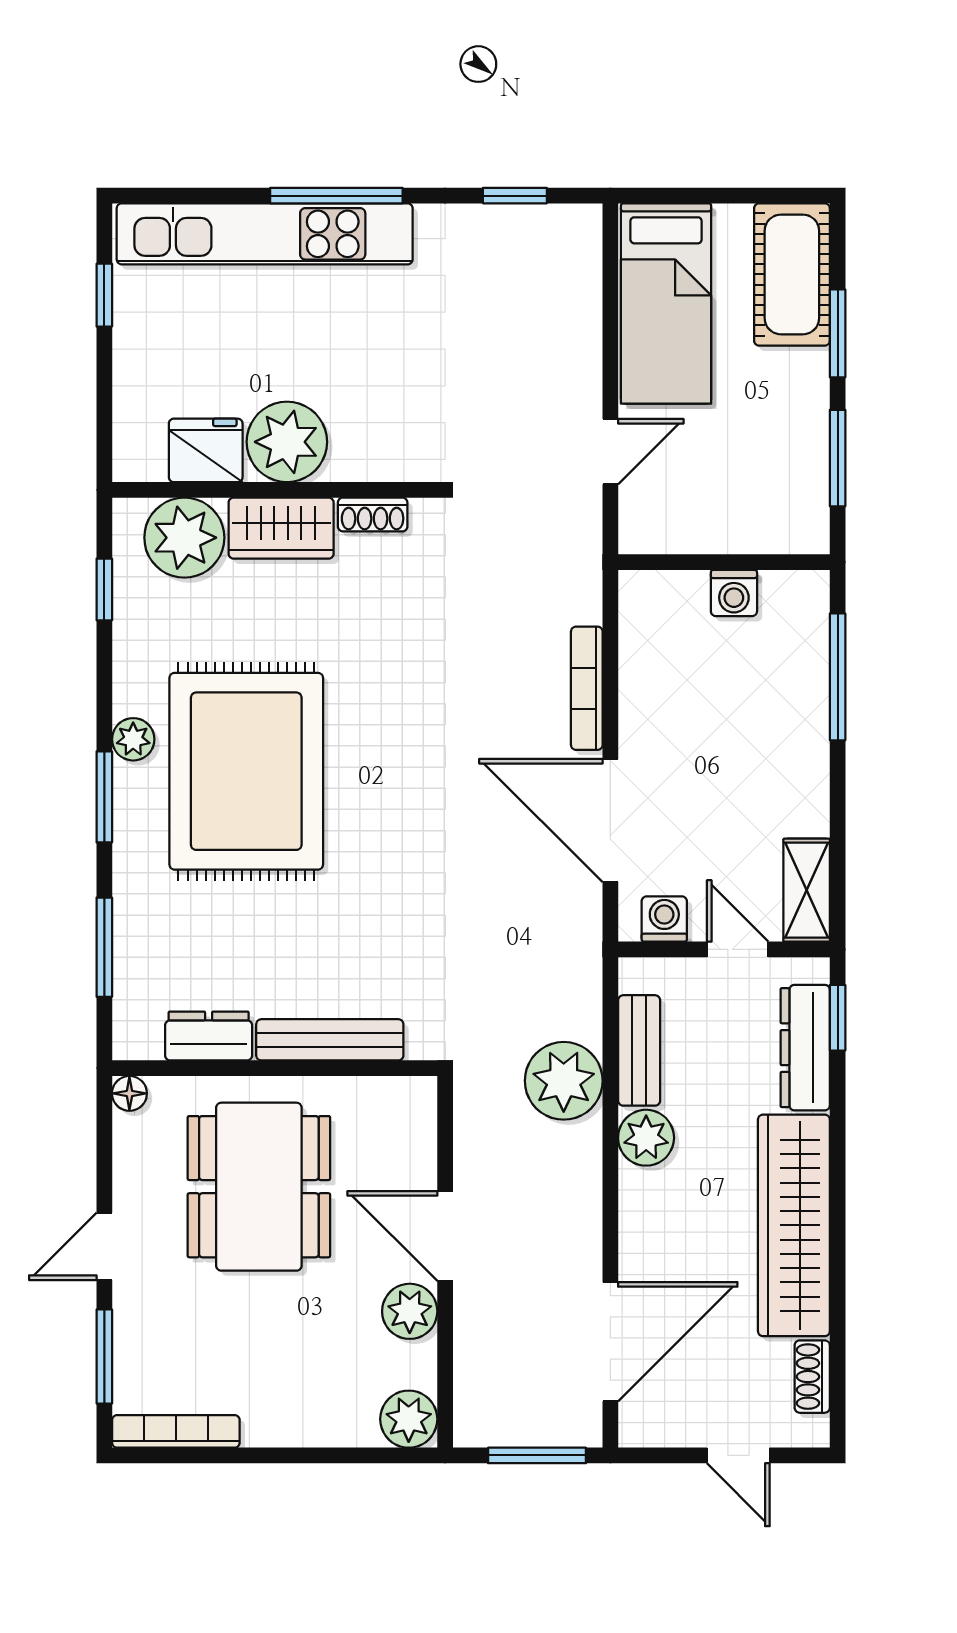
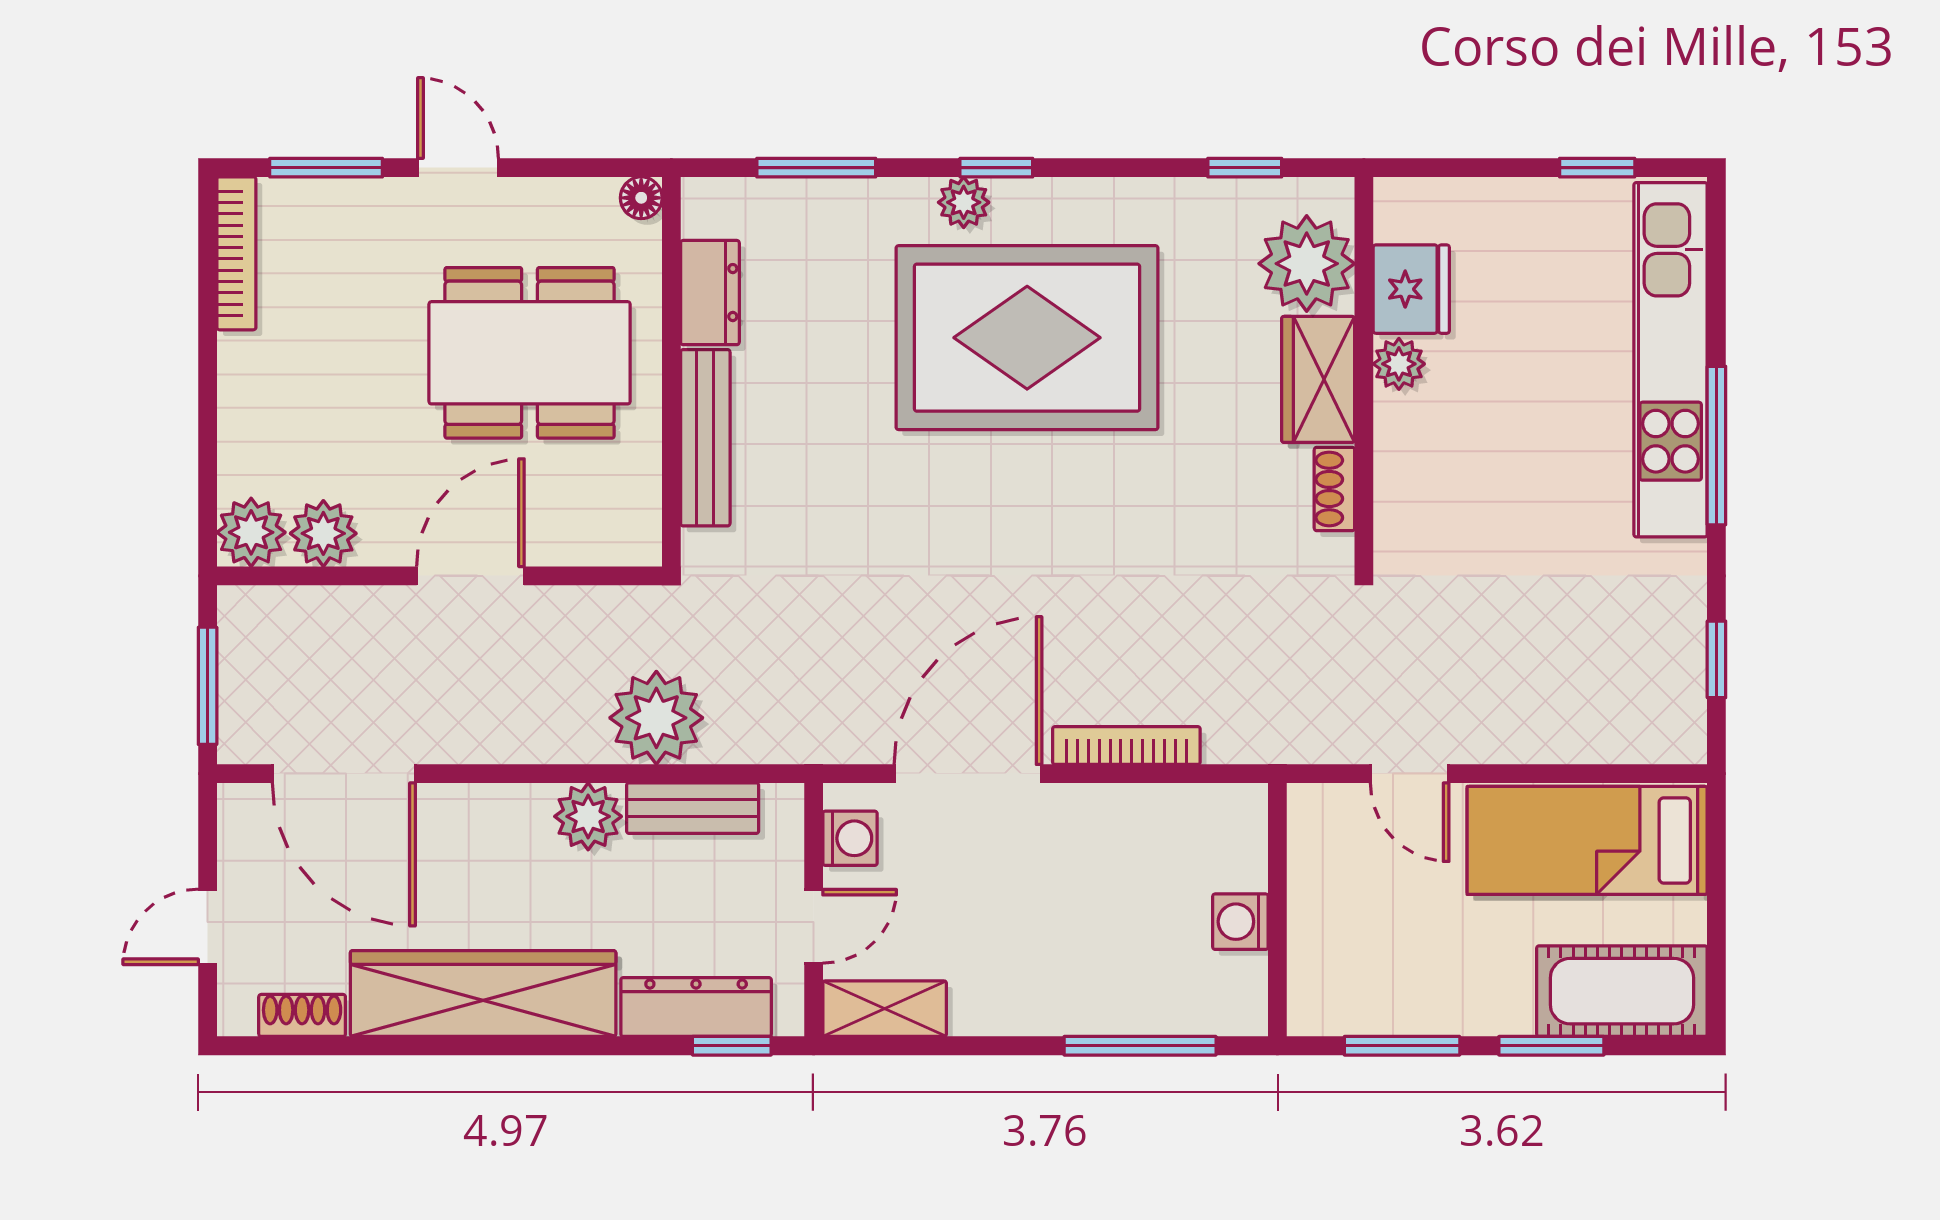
plant: (287, 442) -> (1399, 364), width x0.53, depth x0.53
plant: (133, 739) -> (964, 202), moved
window: (104, 797) -> (996, 168), width x0.67
plant: (410, 1311) -> (323, 533), moved

